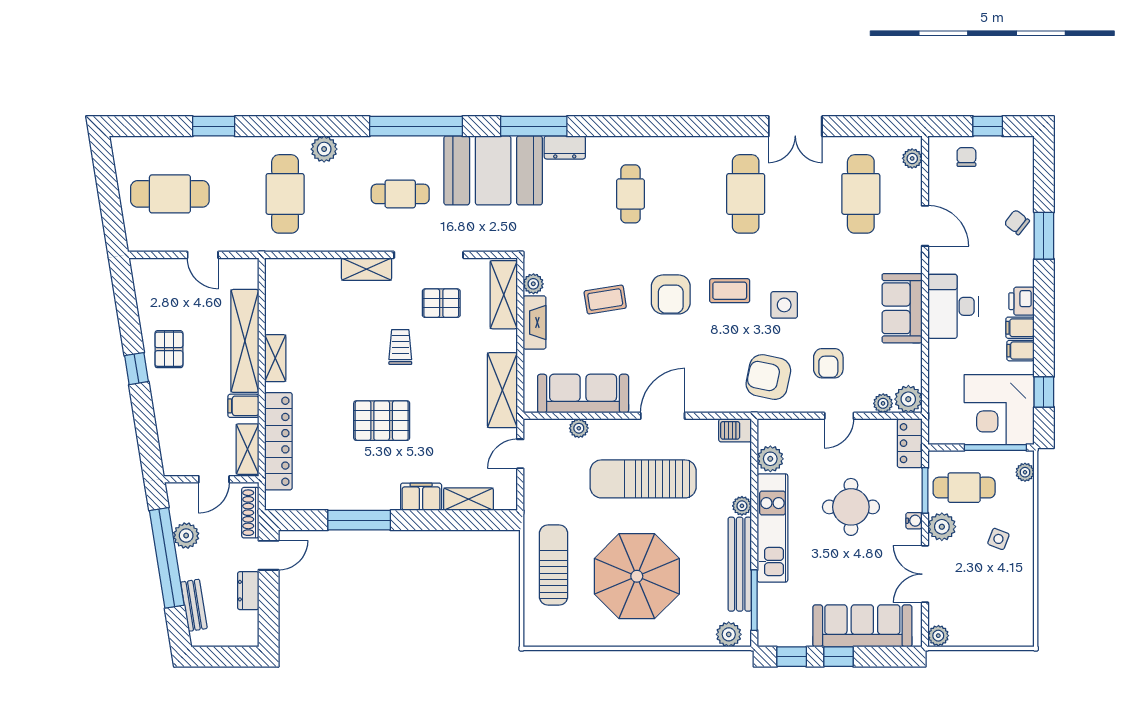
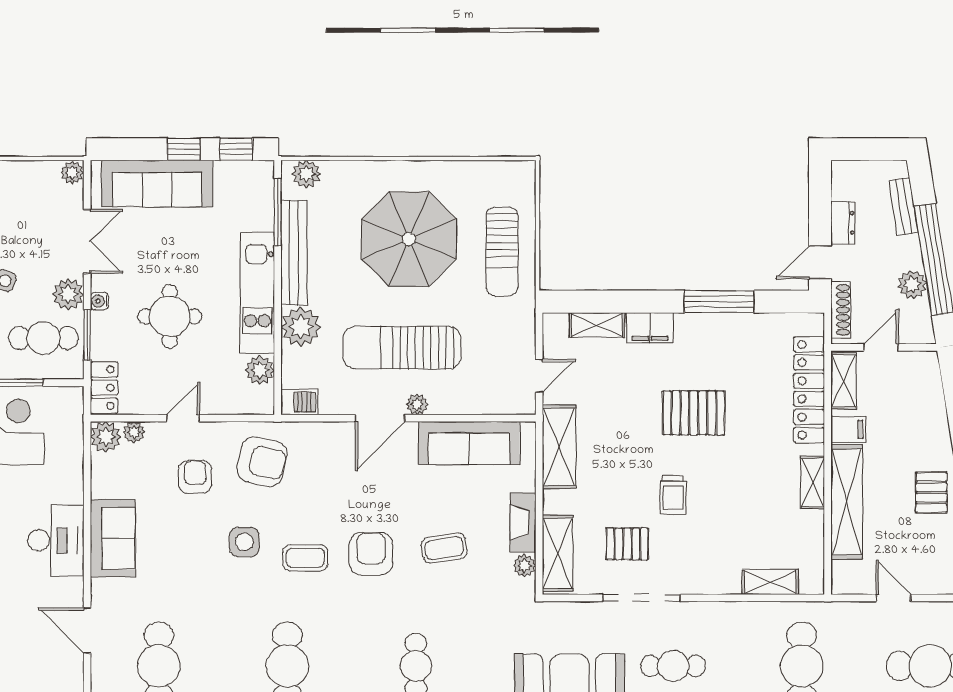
shelving: (367, 269) -> (770, 582), moved
plant: (579, 428) -> (417, 404), moved
sun lounger: (643, 479) -> (402, 348), turned 180
plant: (742, 506) -> (301, 327), width x1.88, depth x1.88

